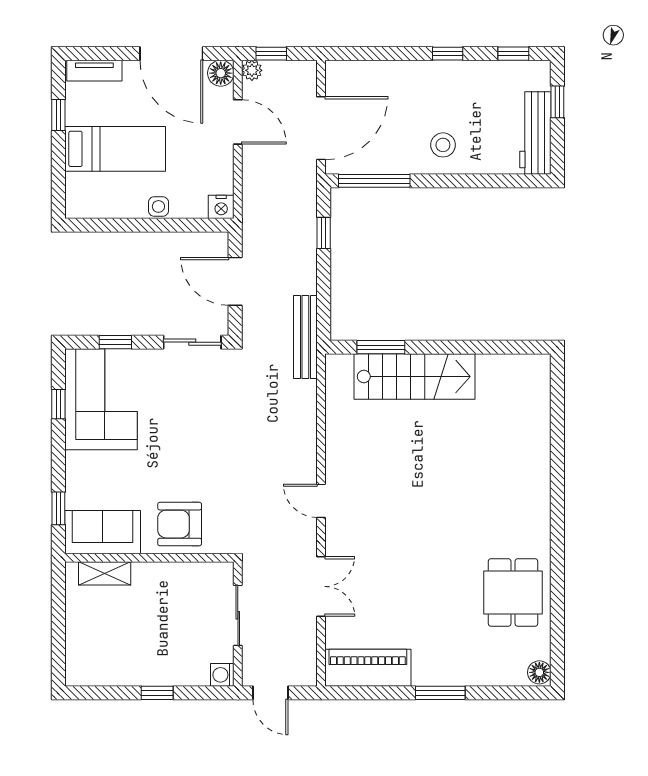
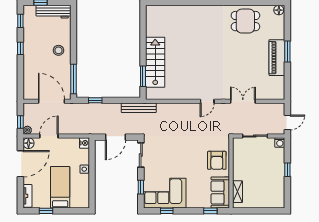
piano: (368, 668) -> (277, 58), moved

